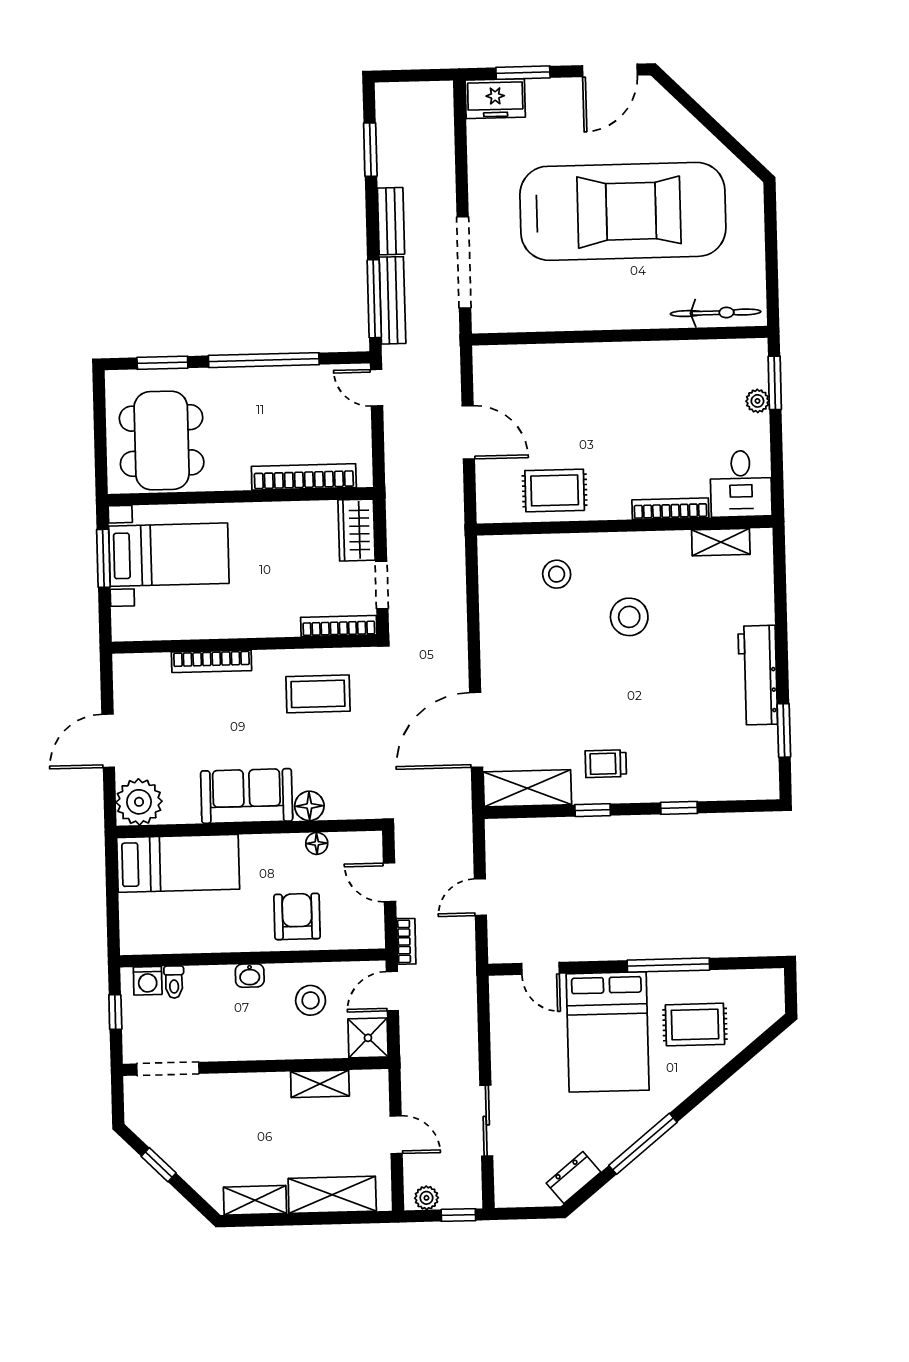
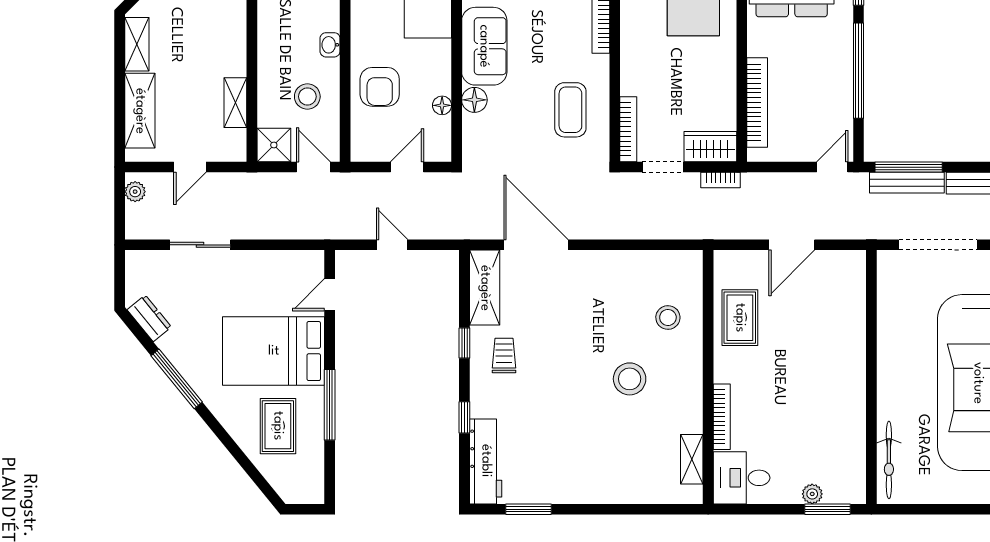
workbench: (758, 675) -> (486, 461), moved, turned 90
armchair: (297, 917) -> (380, 87), turned 90
bookcase: (406, 941) -> (721, 180), moved
window: (458, 1215) -> (120, 219), removed

